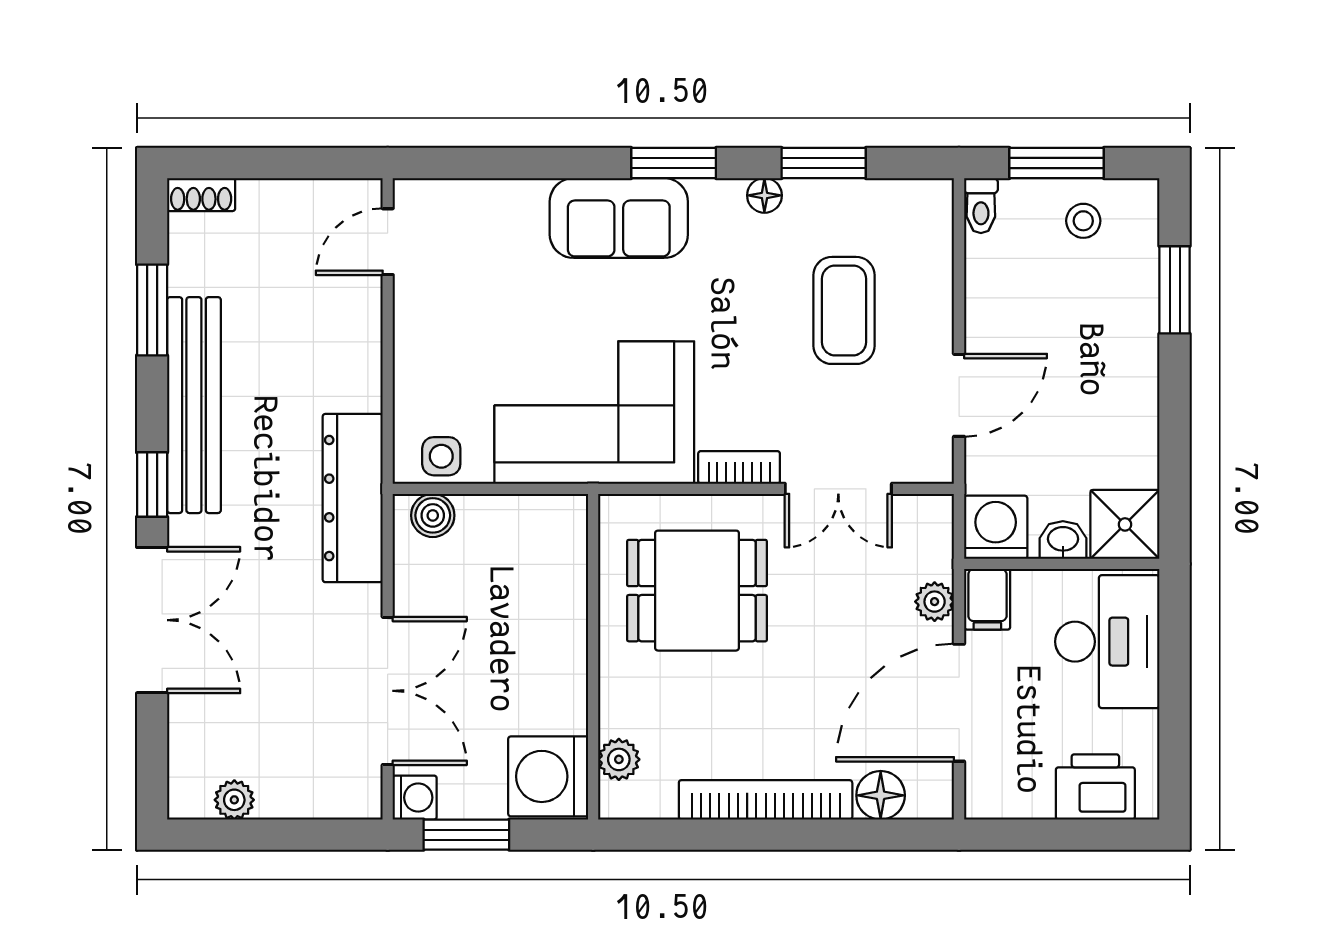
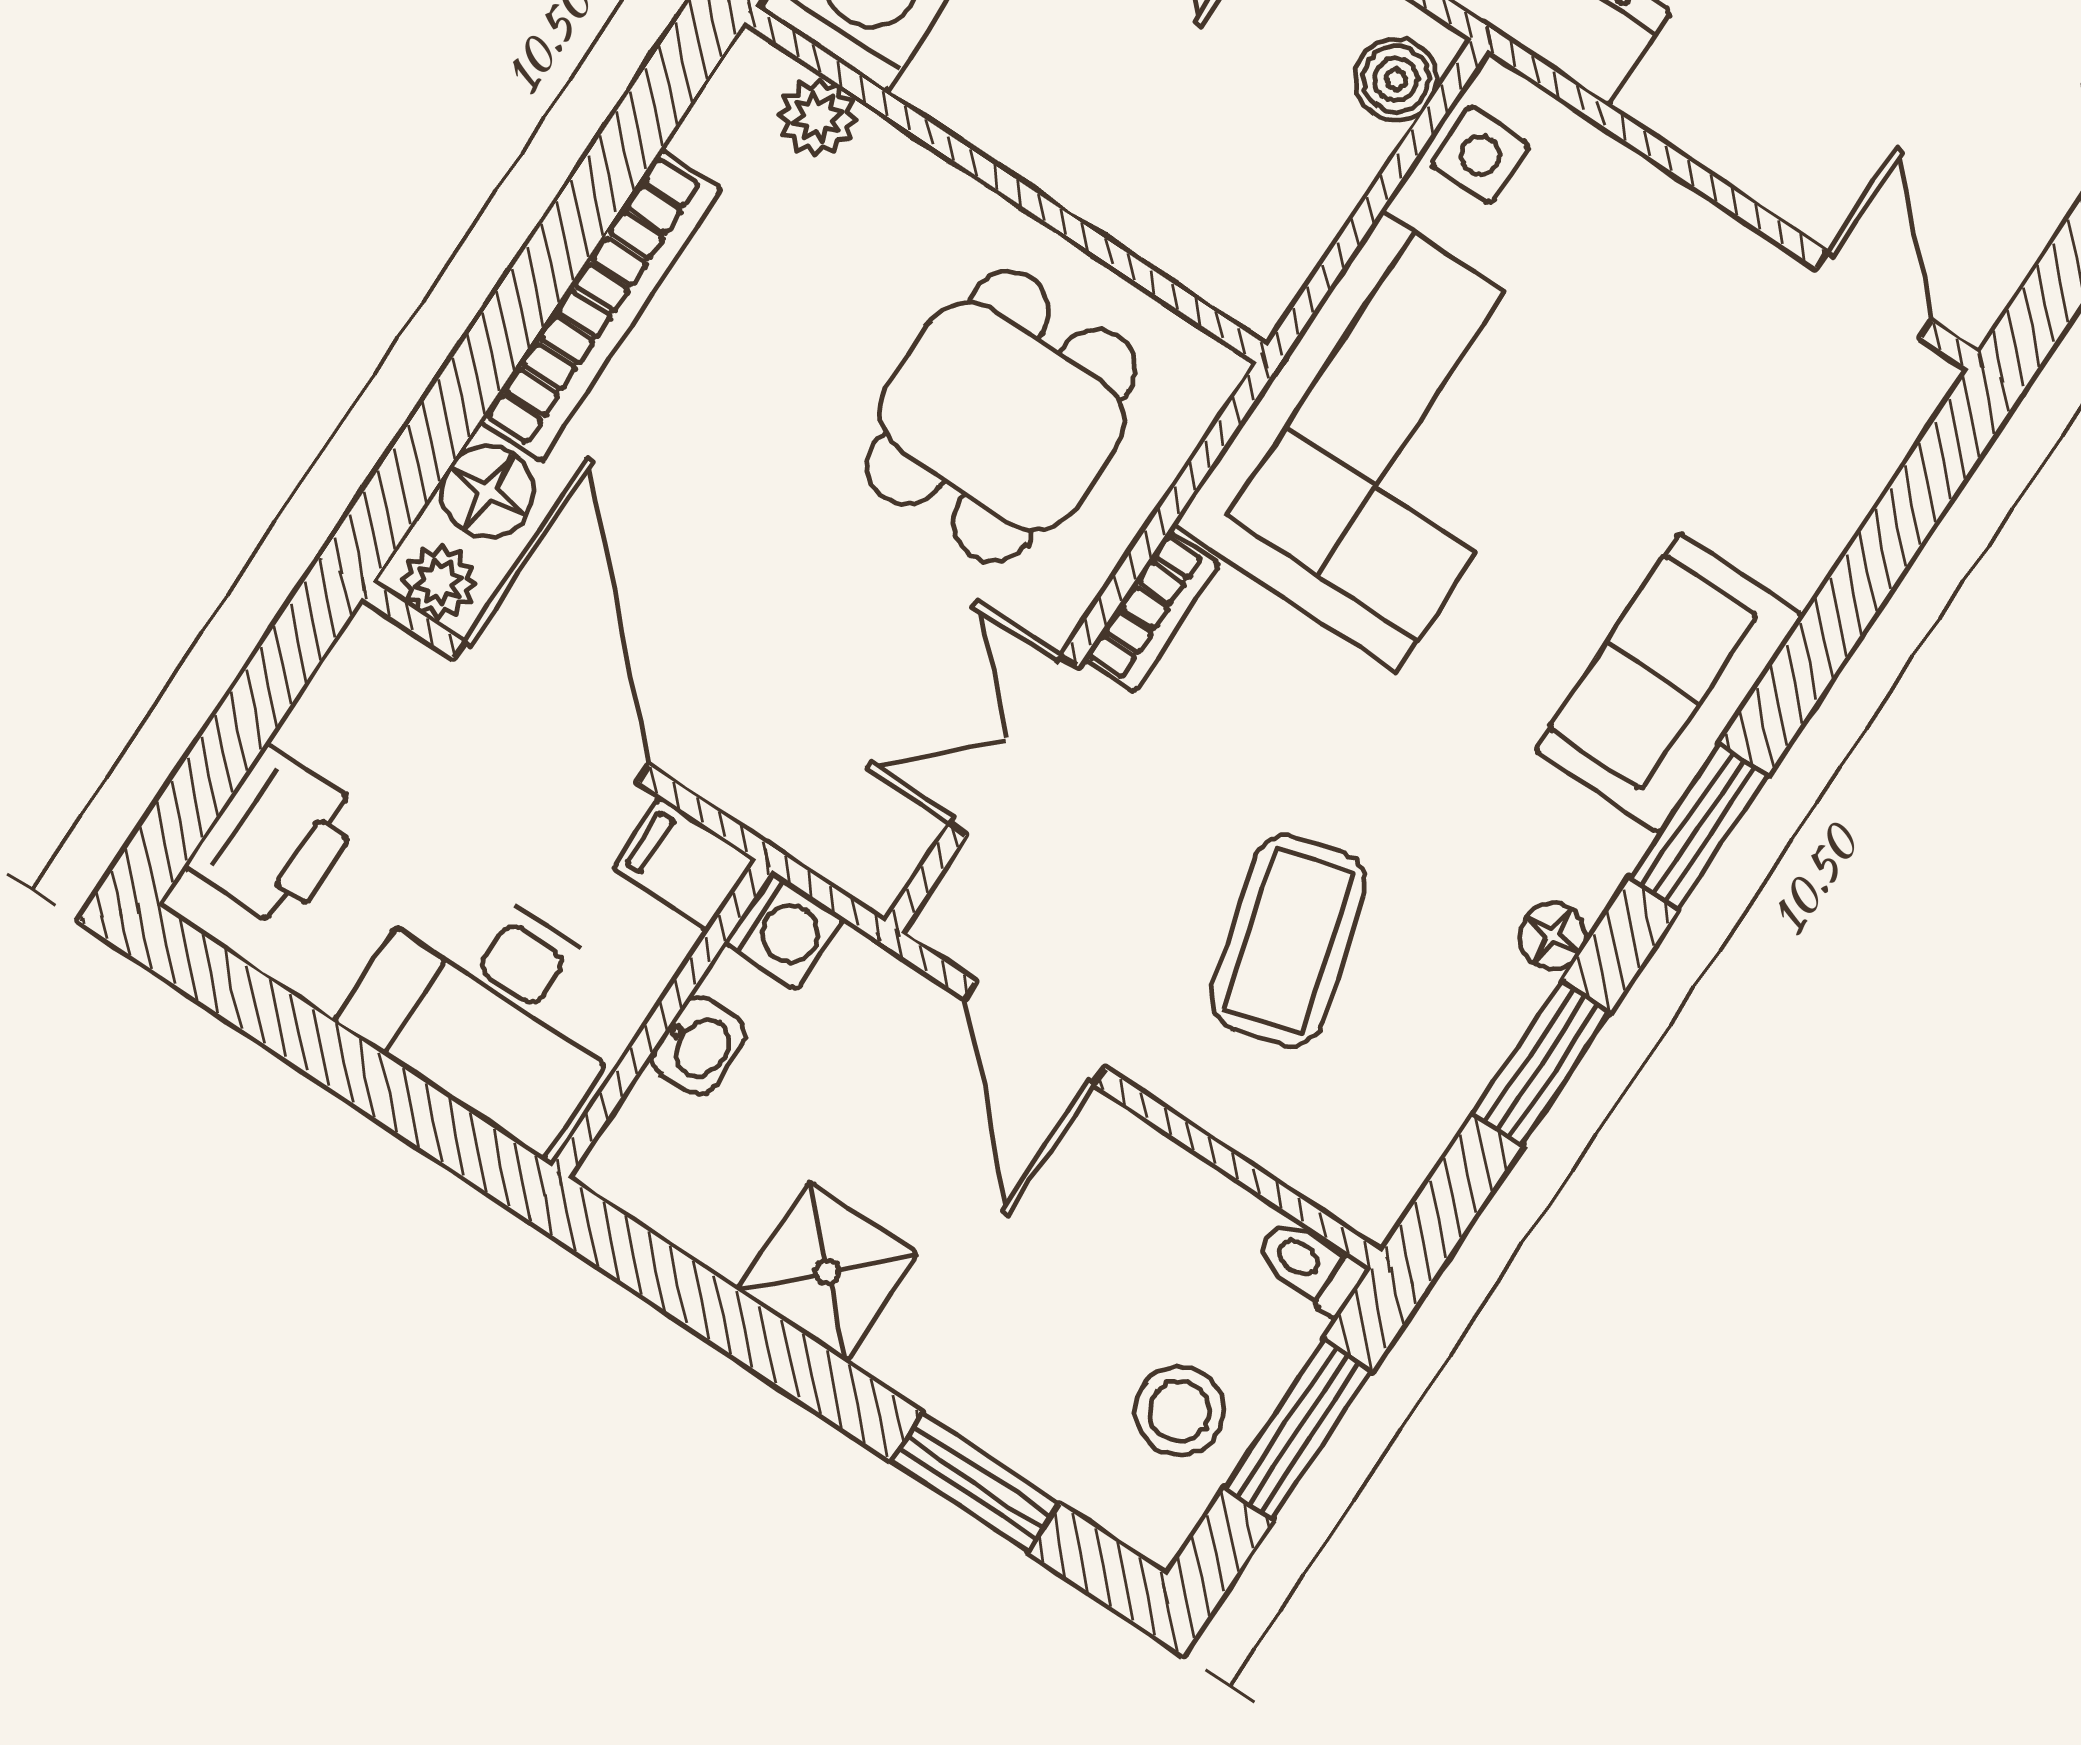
stool: (1083, 221) -> (1179, 1411), width x1.37, depth x1.37
coffee table: (844, 310) -> (1289, 941), turned 74
shower: (1125, 524) -> (828, 1272), moved
washing machine: (996, 527) -> (784, 930), width x0.73, depth x0.73
plant: (935, 602) -> (439, 582), moved

